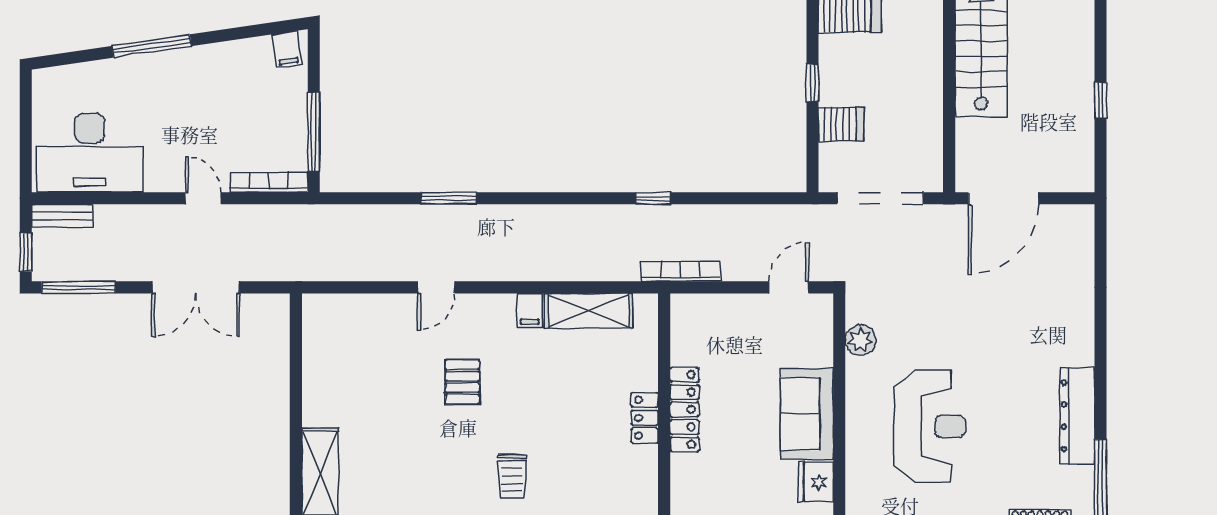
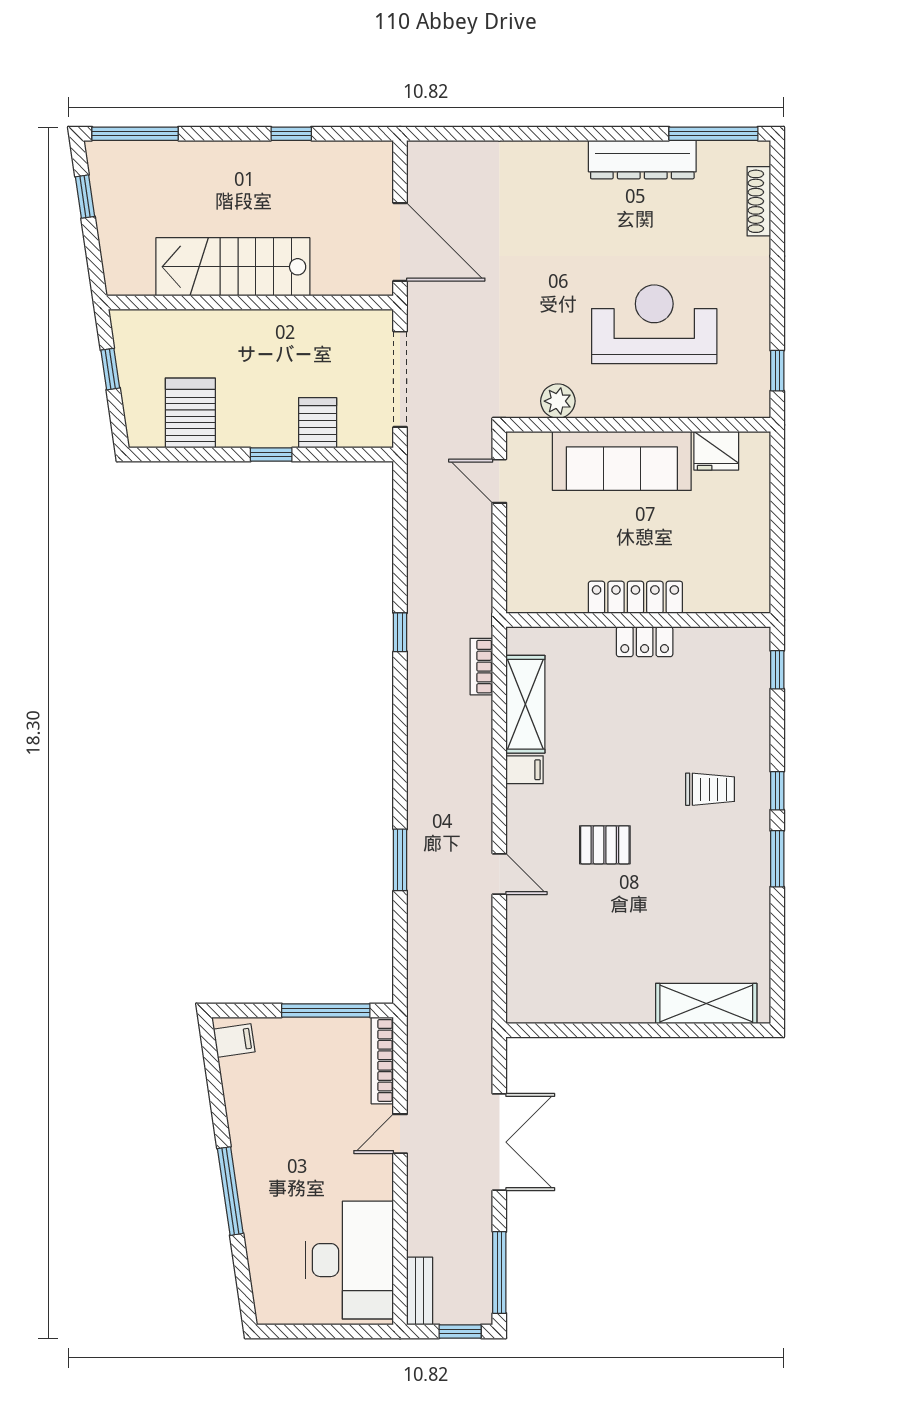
bookcase: (680, 271) -> (481, 667), moved, width x0.64
sofa: (807, 414) -> (622, 461), width x1.36

